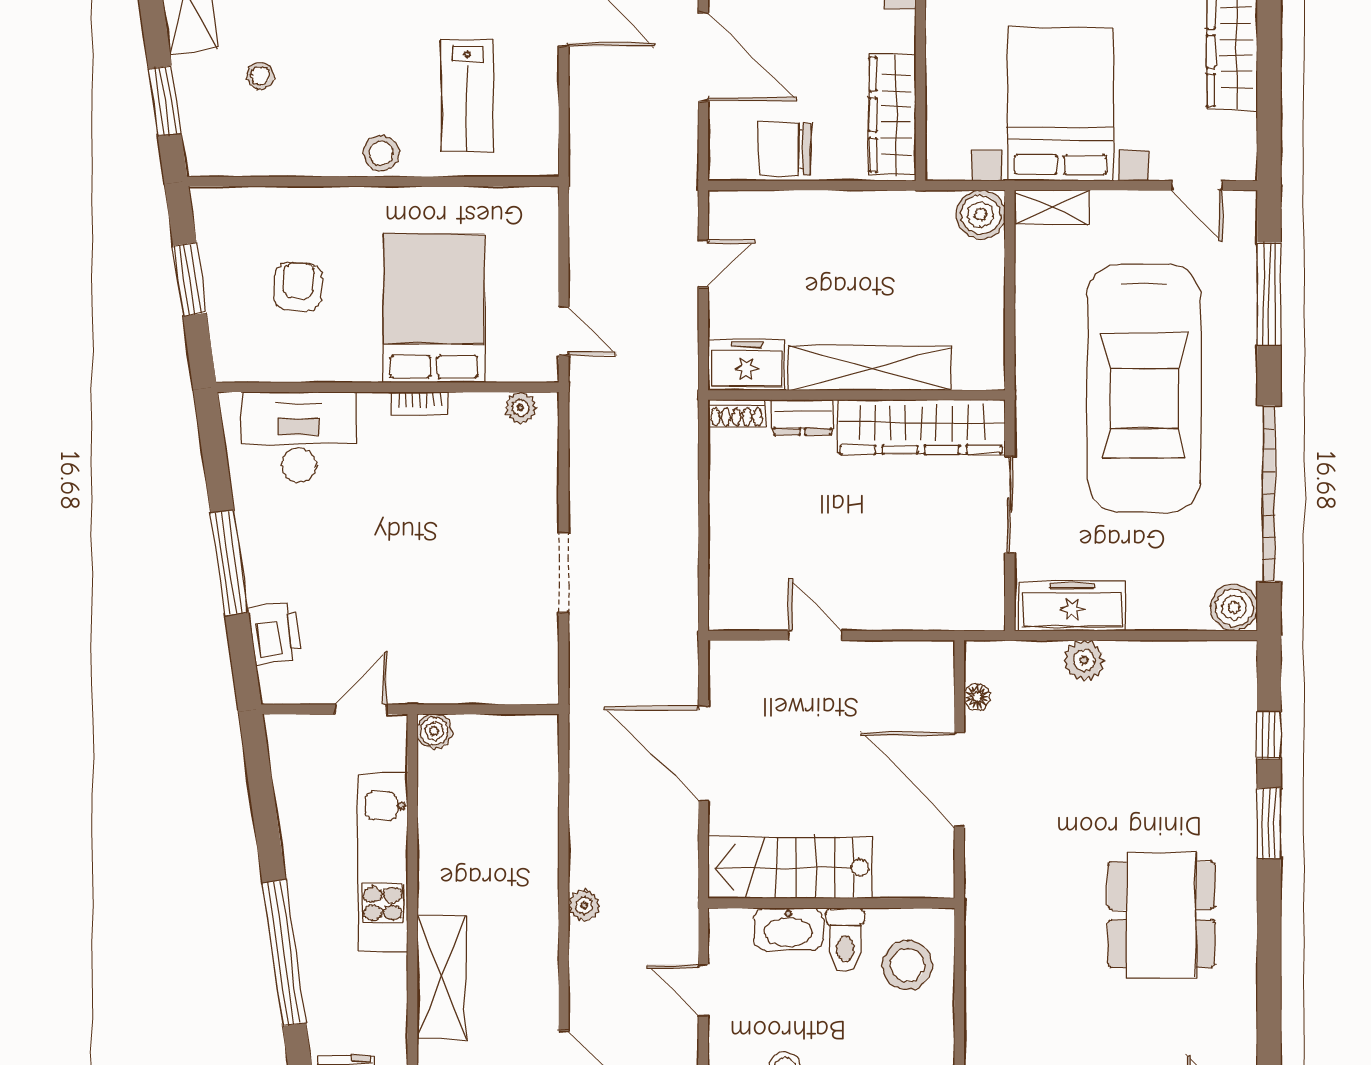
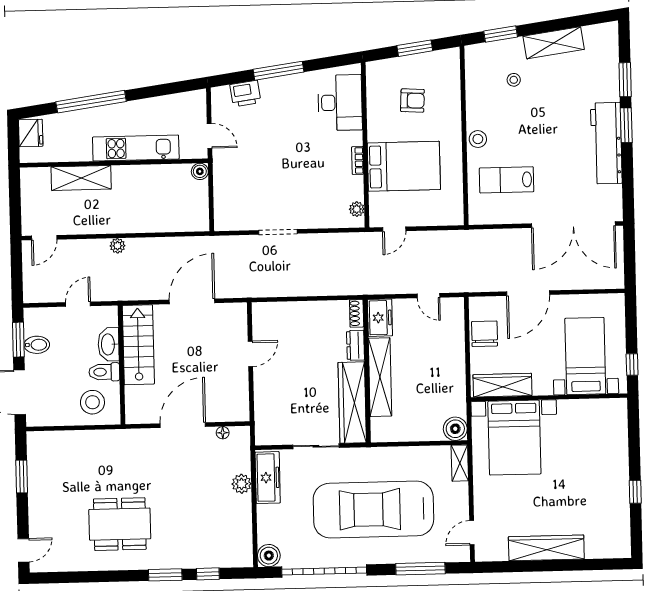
bed with nightstands: (1060, 104) -> (514, 438), moved, turned 90

